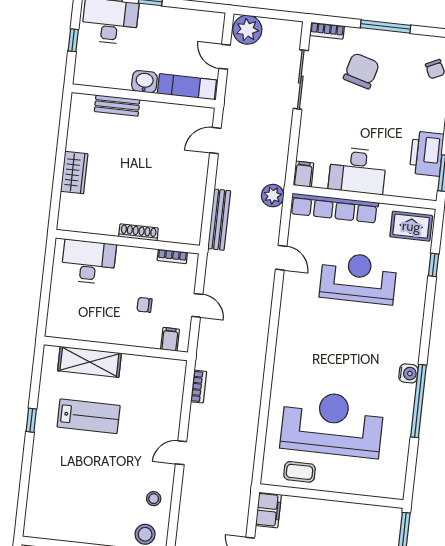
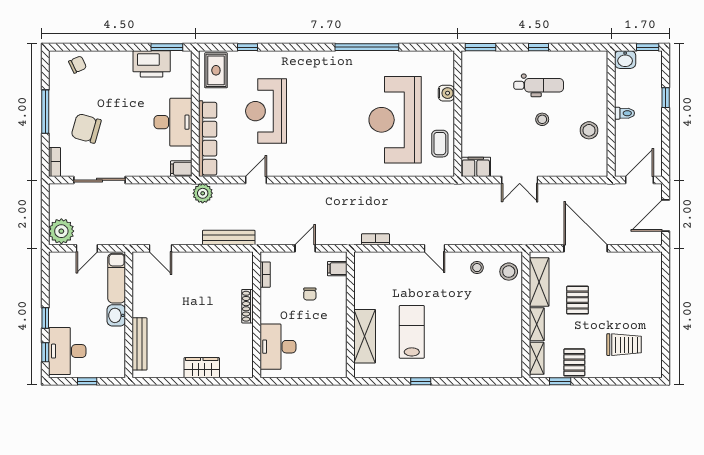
bench: (117, 106) -> (140, 344), width x1.36
water cooler: (408, 373) -> (446, 93), moved, turned 90

